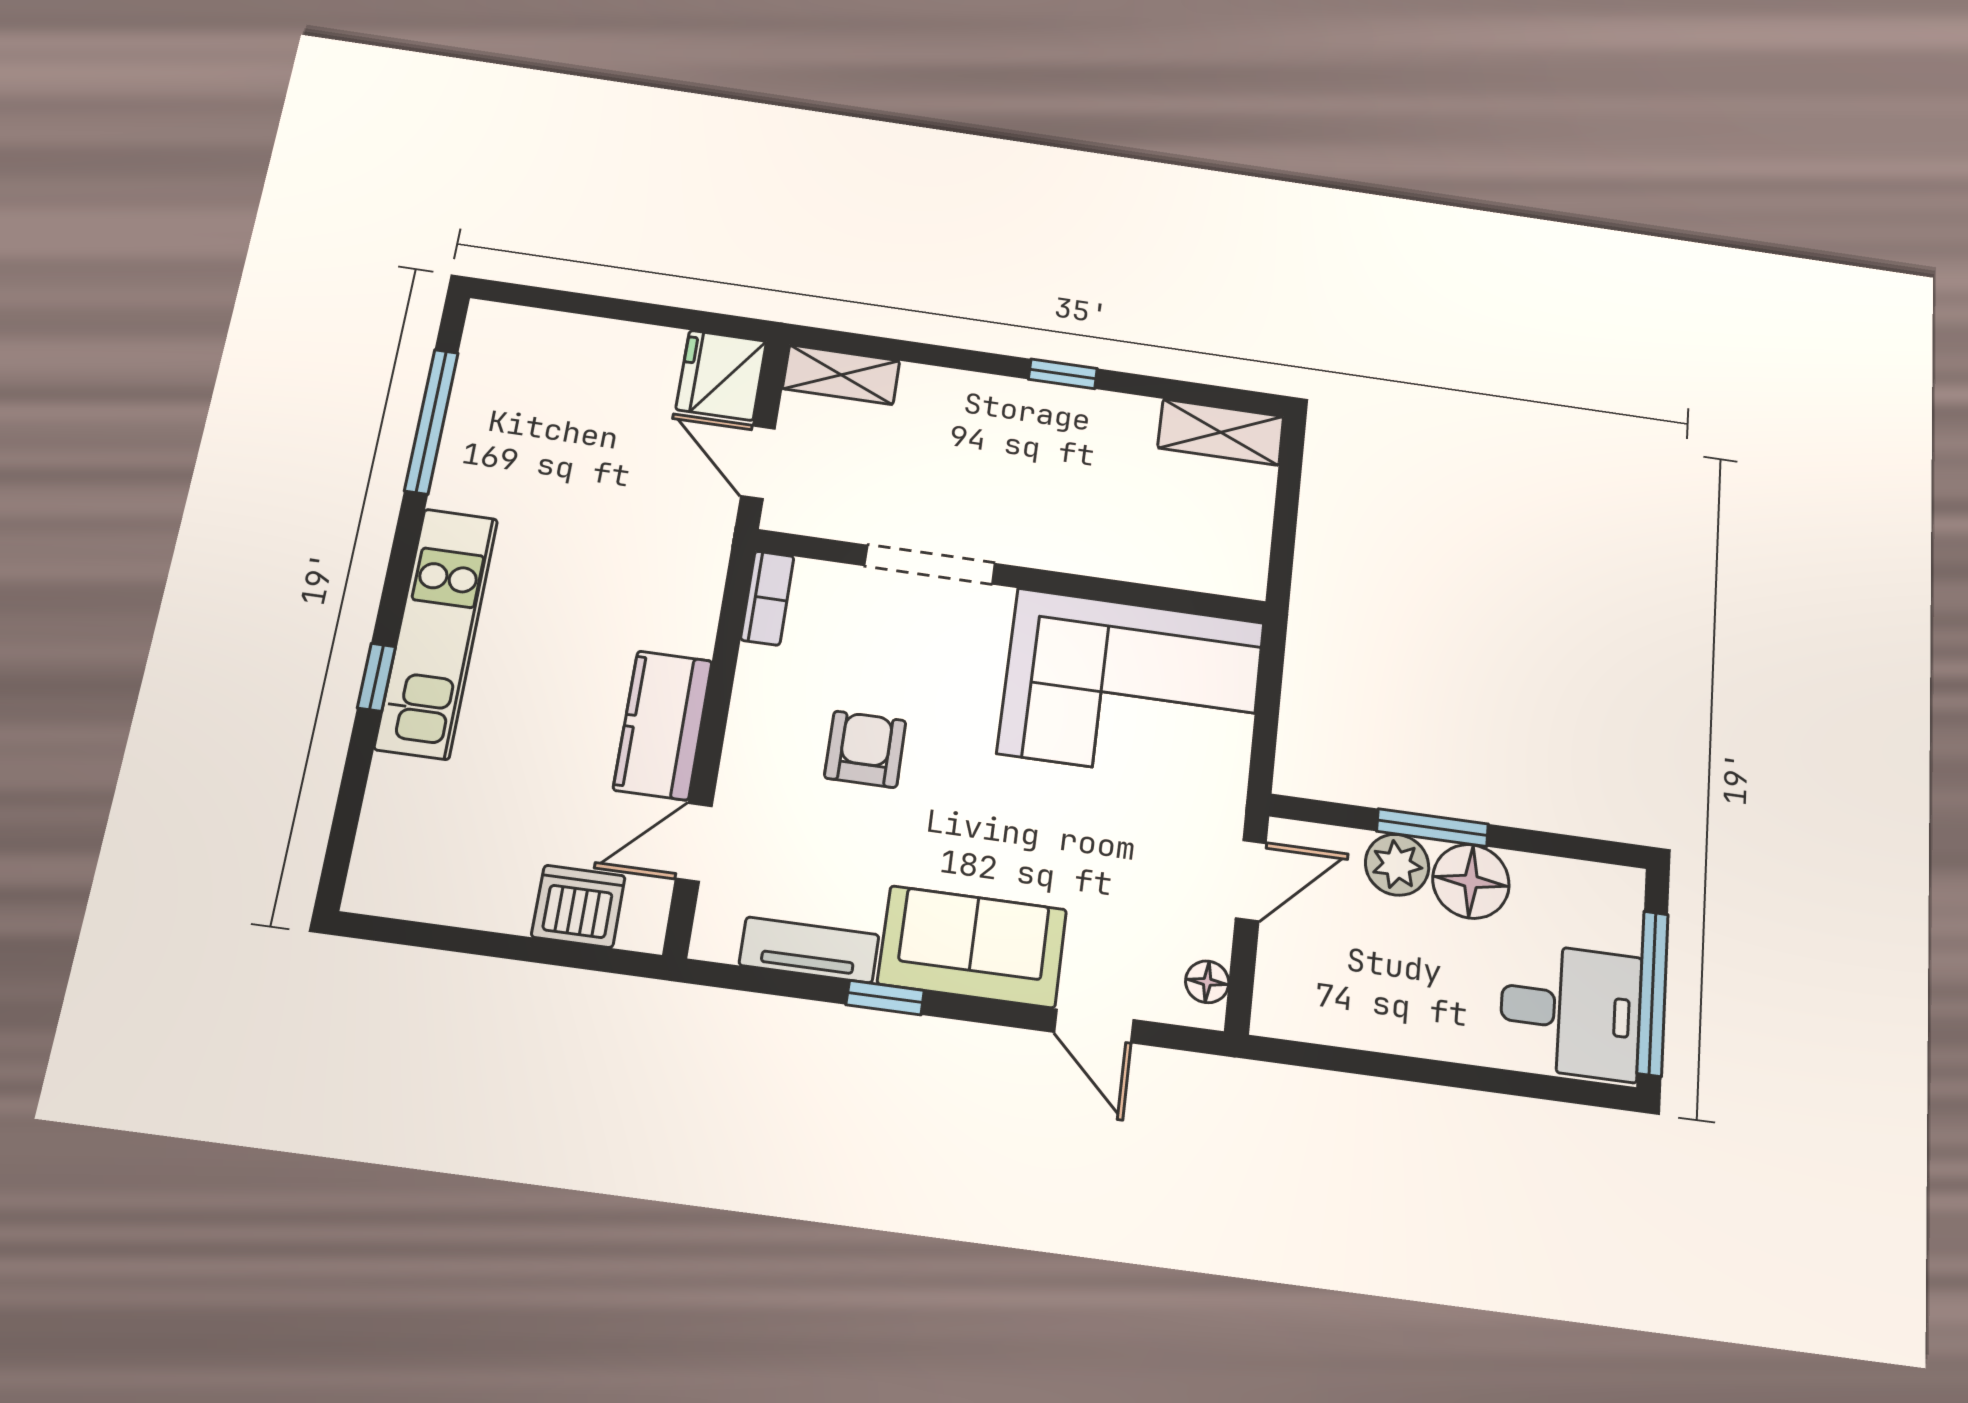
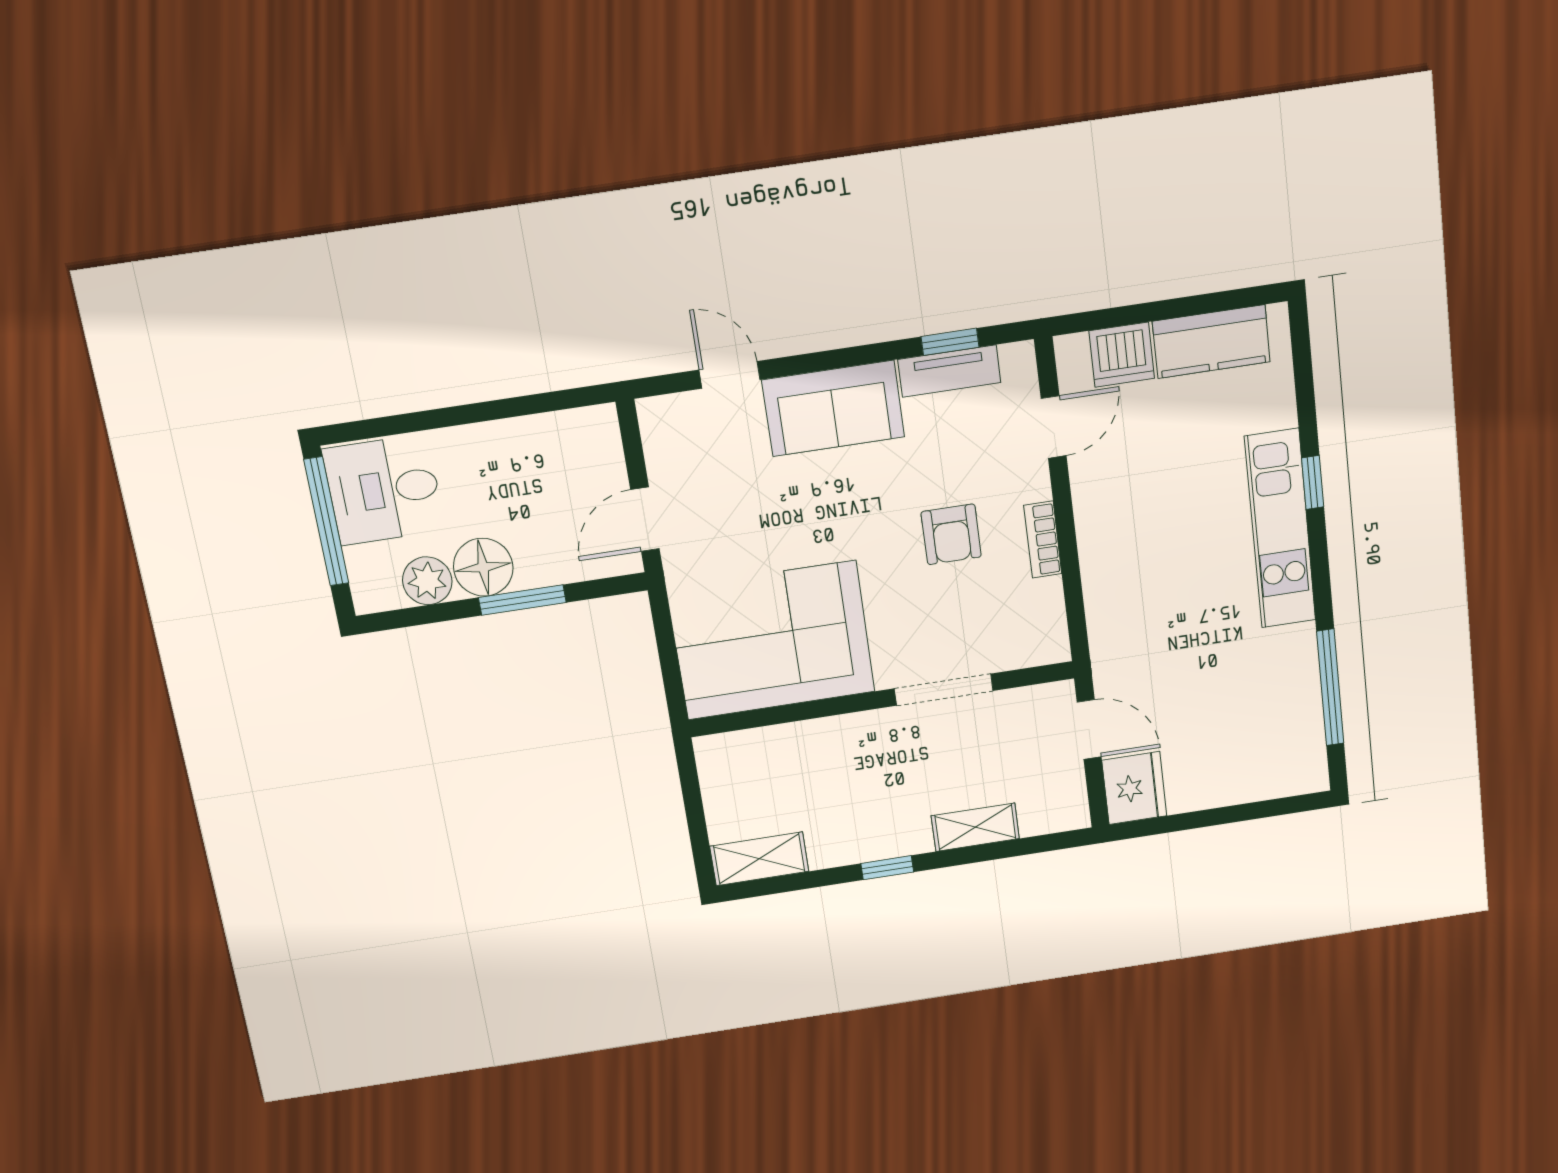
shelving: (841, 375) -> (975, 827), moved
bookcase: (767, 598) -> (1043, 540), moved
kitchen counter: (663, 725) -> (1211, 342), moved, turned 90
plant: (1397, 865) -> (427, 581), moved
floor lamp: (1207, 982) -> (656, 433), removed
window: (885, 998) -> (950, 342), moved

